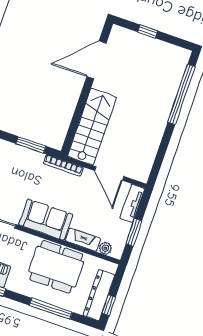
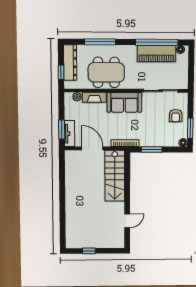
window: (148, 31) -> (89, 251), moved
door: (96, 60) -> (127, 221), width x0.53
window: (181, 94) -> (62, 218), removed
window: (134, 232) -> (62, 130), moved
window: (109, 305) -> (61, 72), moved

